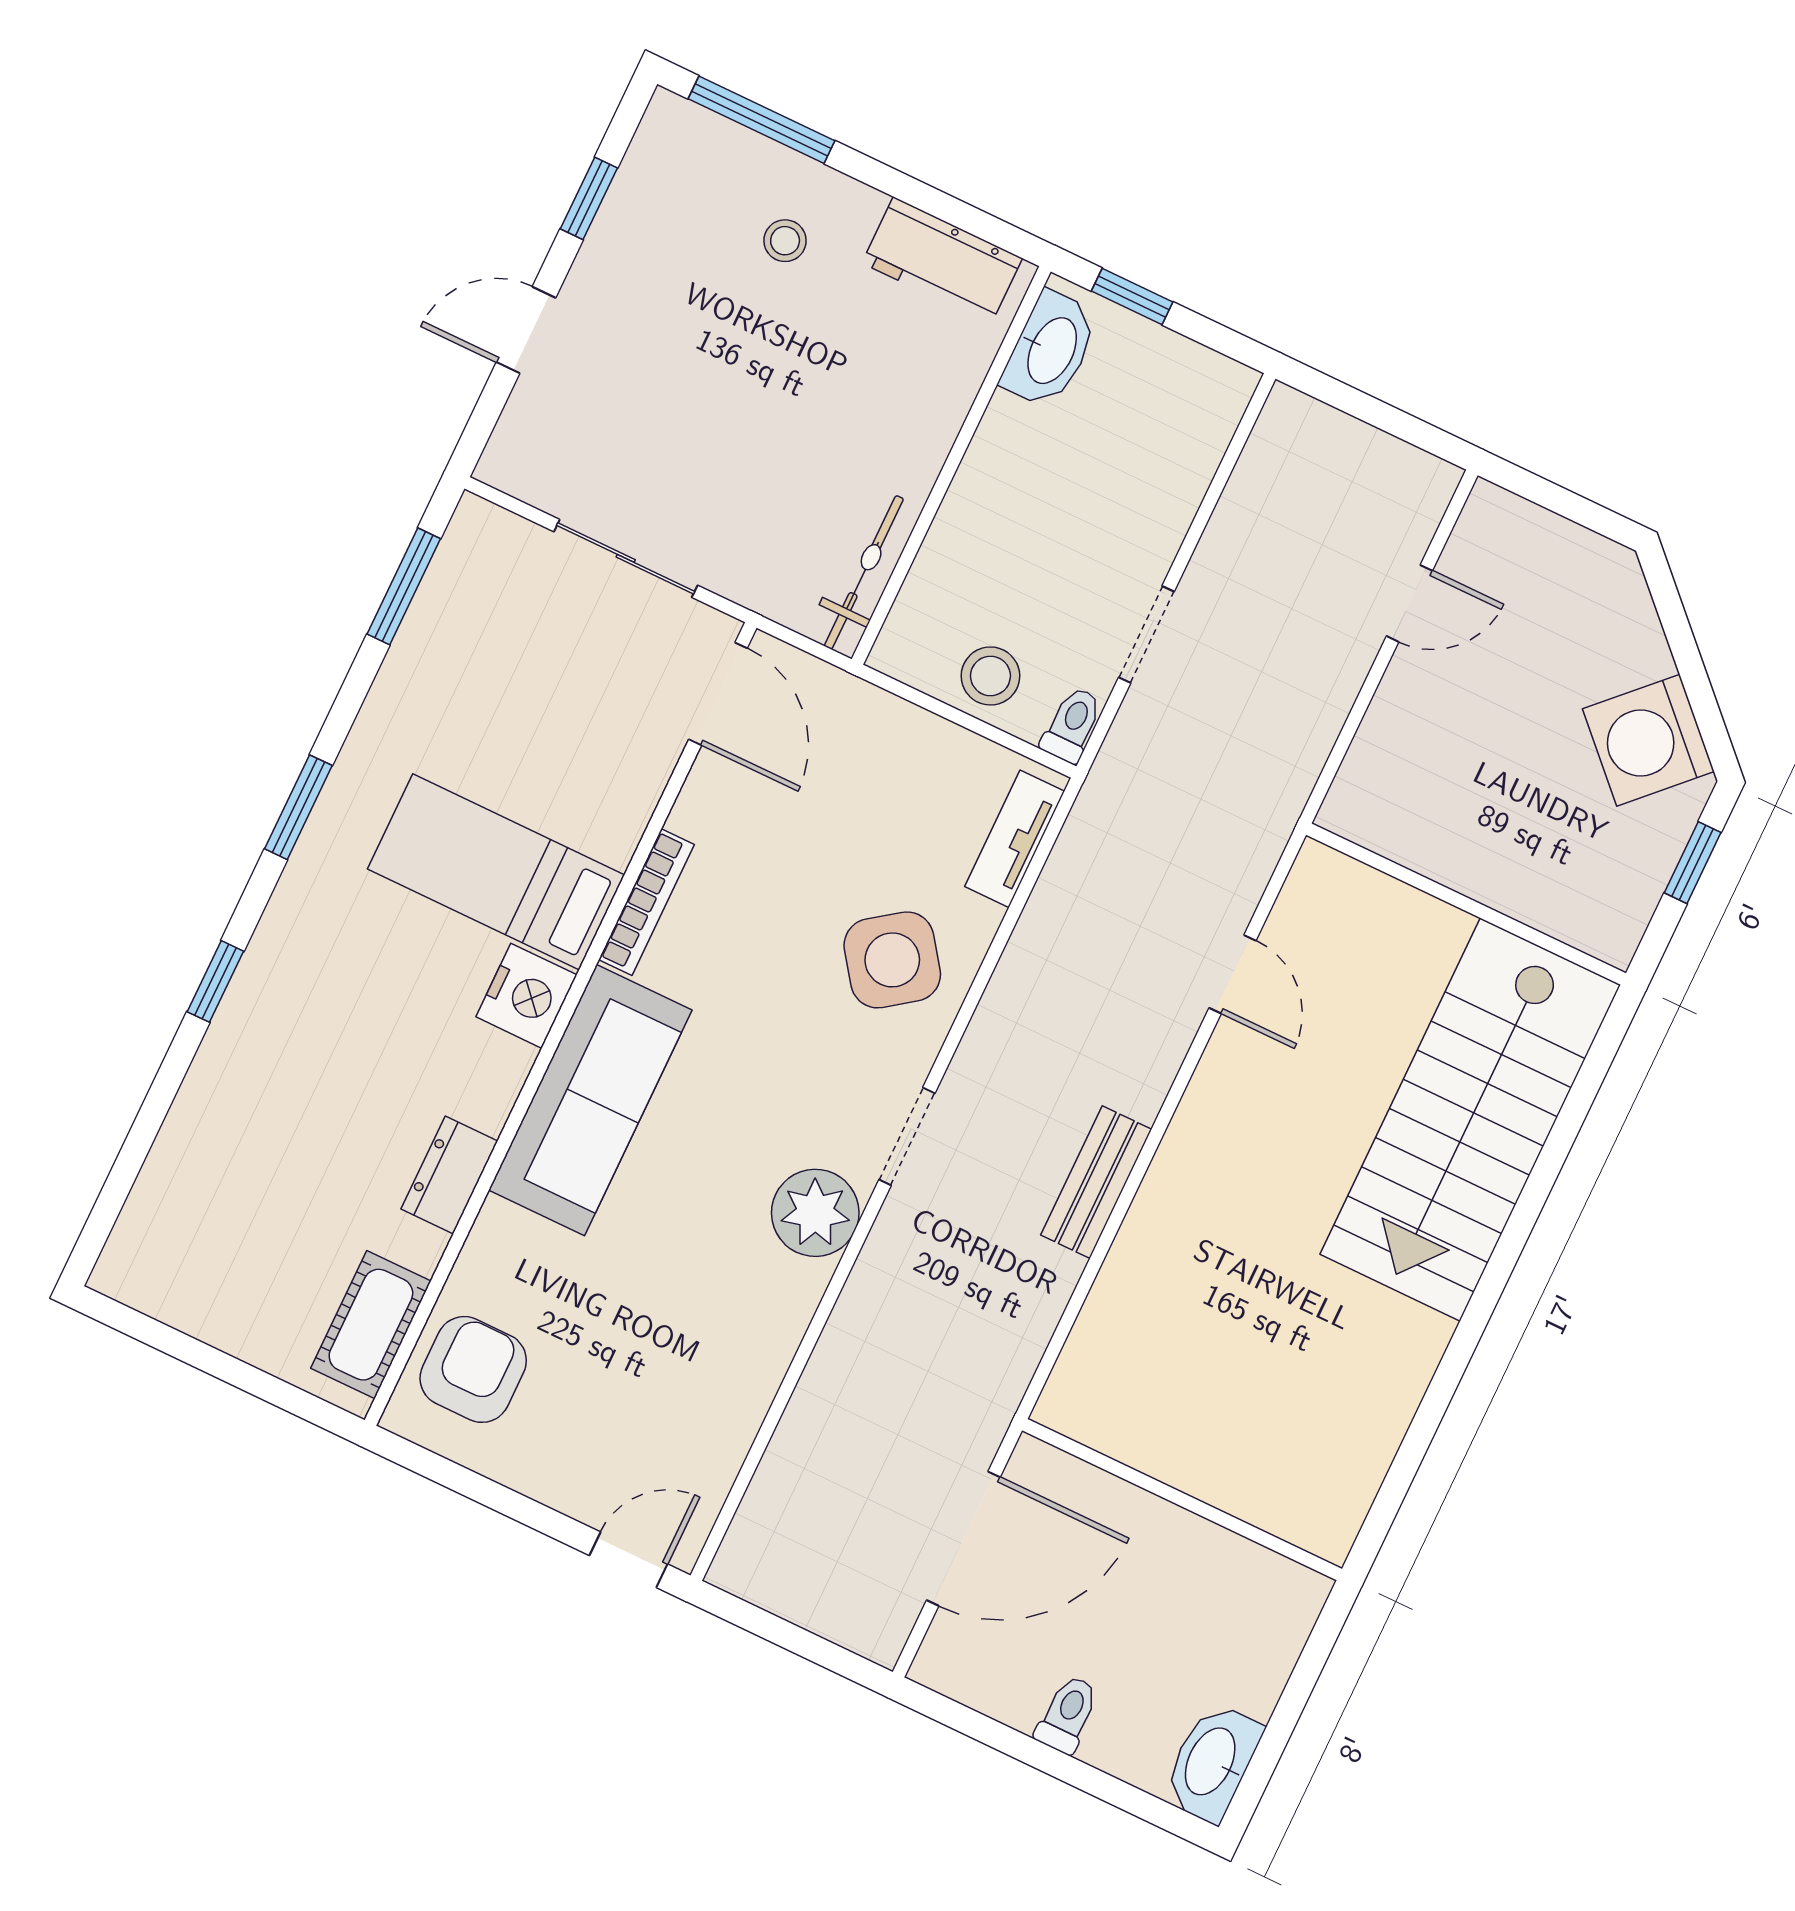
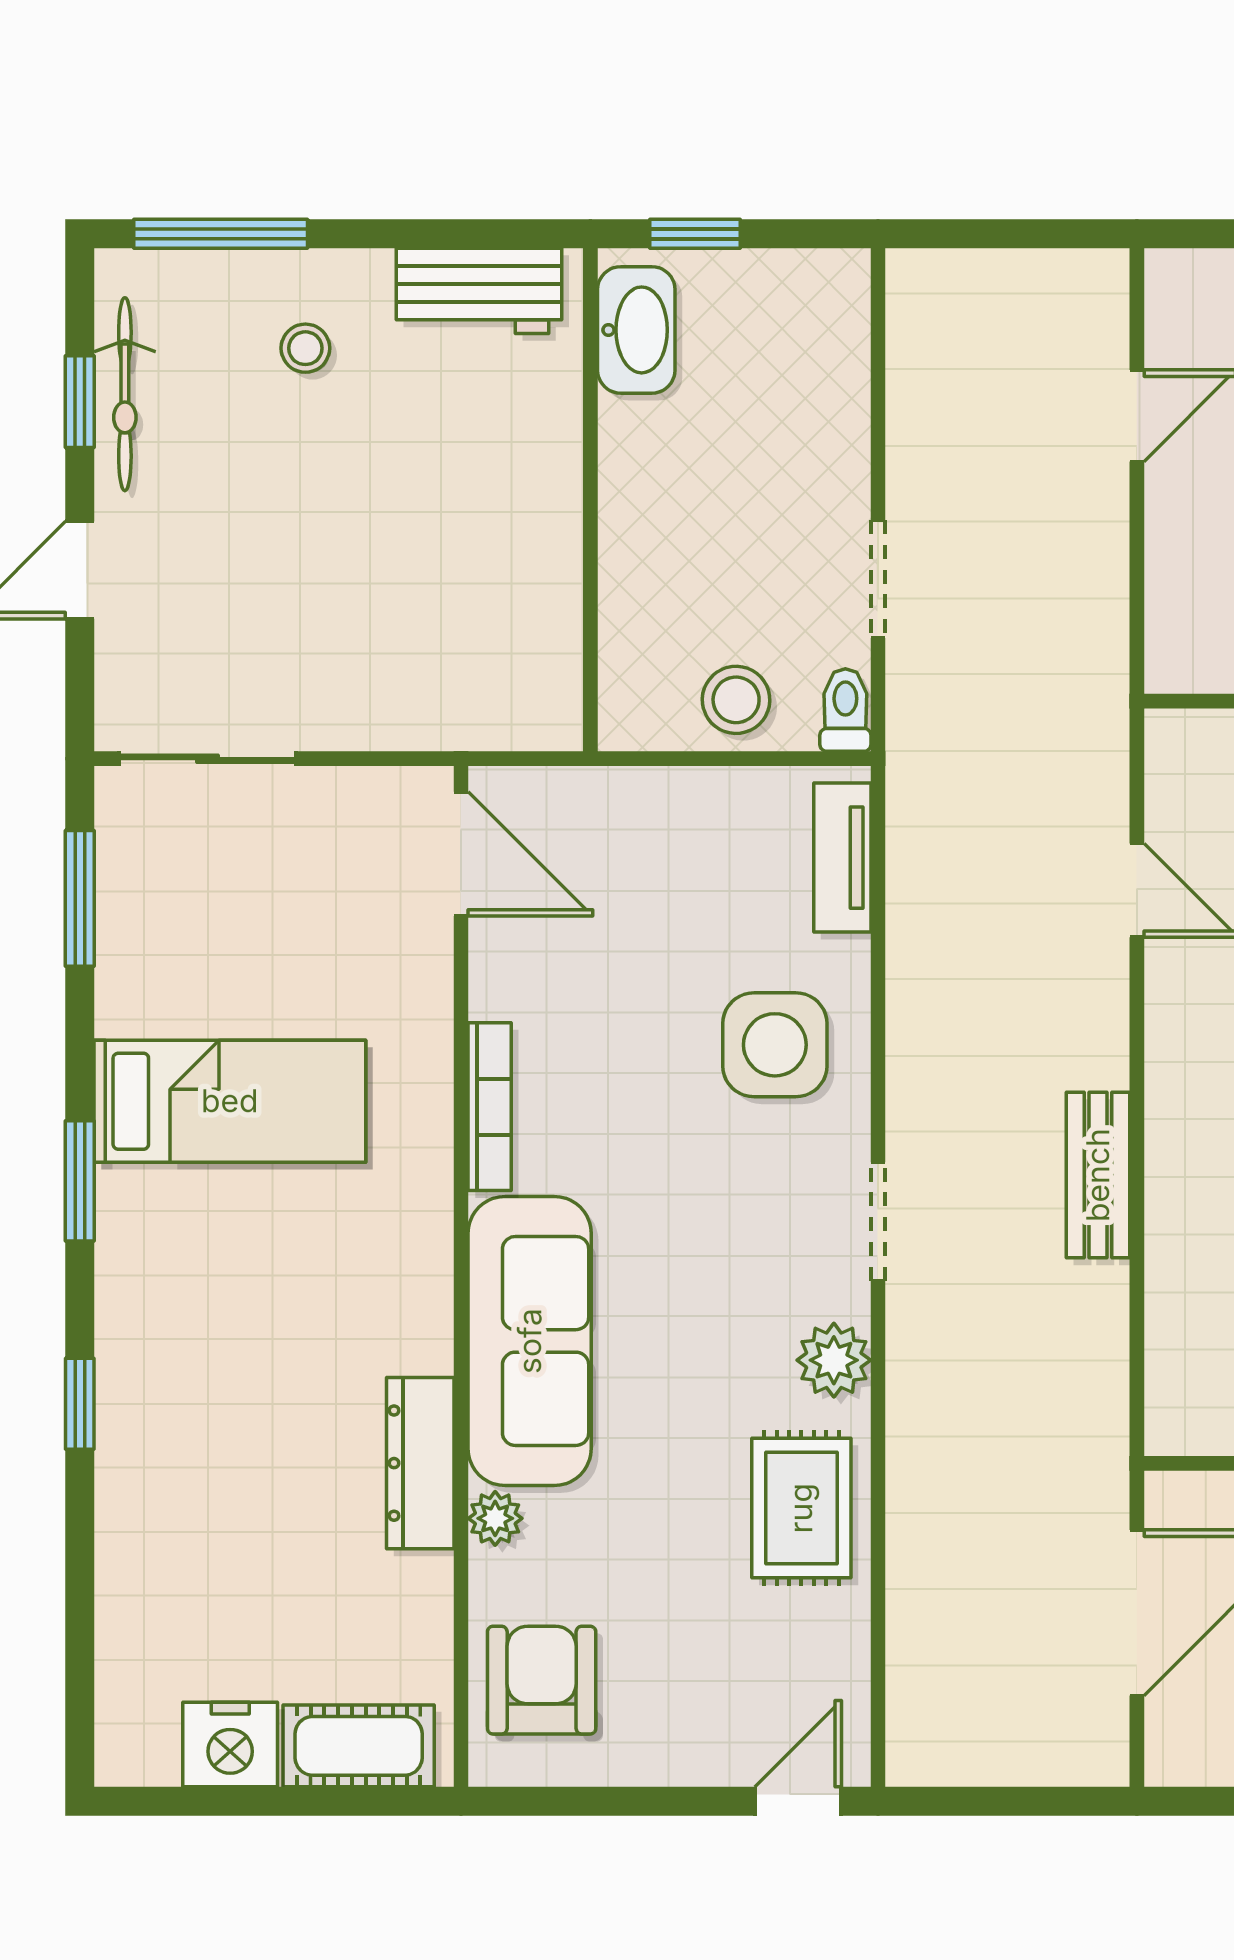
sliding door: (626, 558) -> (207, 759), moved
bicycle: (864, 572) -> (125, 394), moved, turned 180
bed: (496, 872) -> (230, 1101), moved, turned 180
side table: (892, 960) -> (775, 1045), turned 36
nightstand: (526, 996) -> (230, 1745), moved, turned 90
dresser: (449, 1175) -> (420, 1463), width x1.44
plant: (815, 1213) -> (834, 1360), width x0.73, depth x0.73
plant: (497, 1226) -> (495, 1518), added
cot: (371, 1325) -> (359, 1746), moved, turned 90
rug: (740, 1332) -> (801, 1508), added

